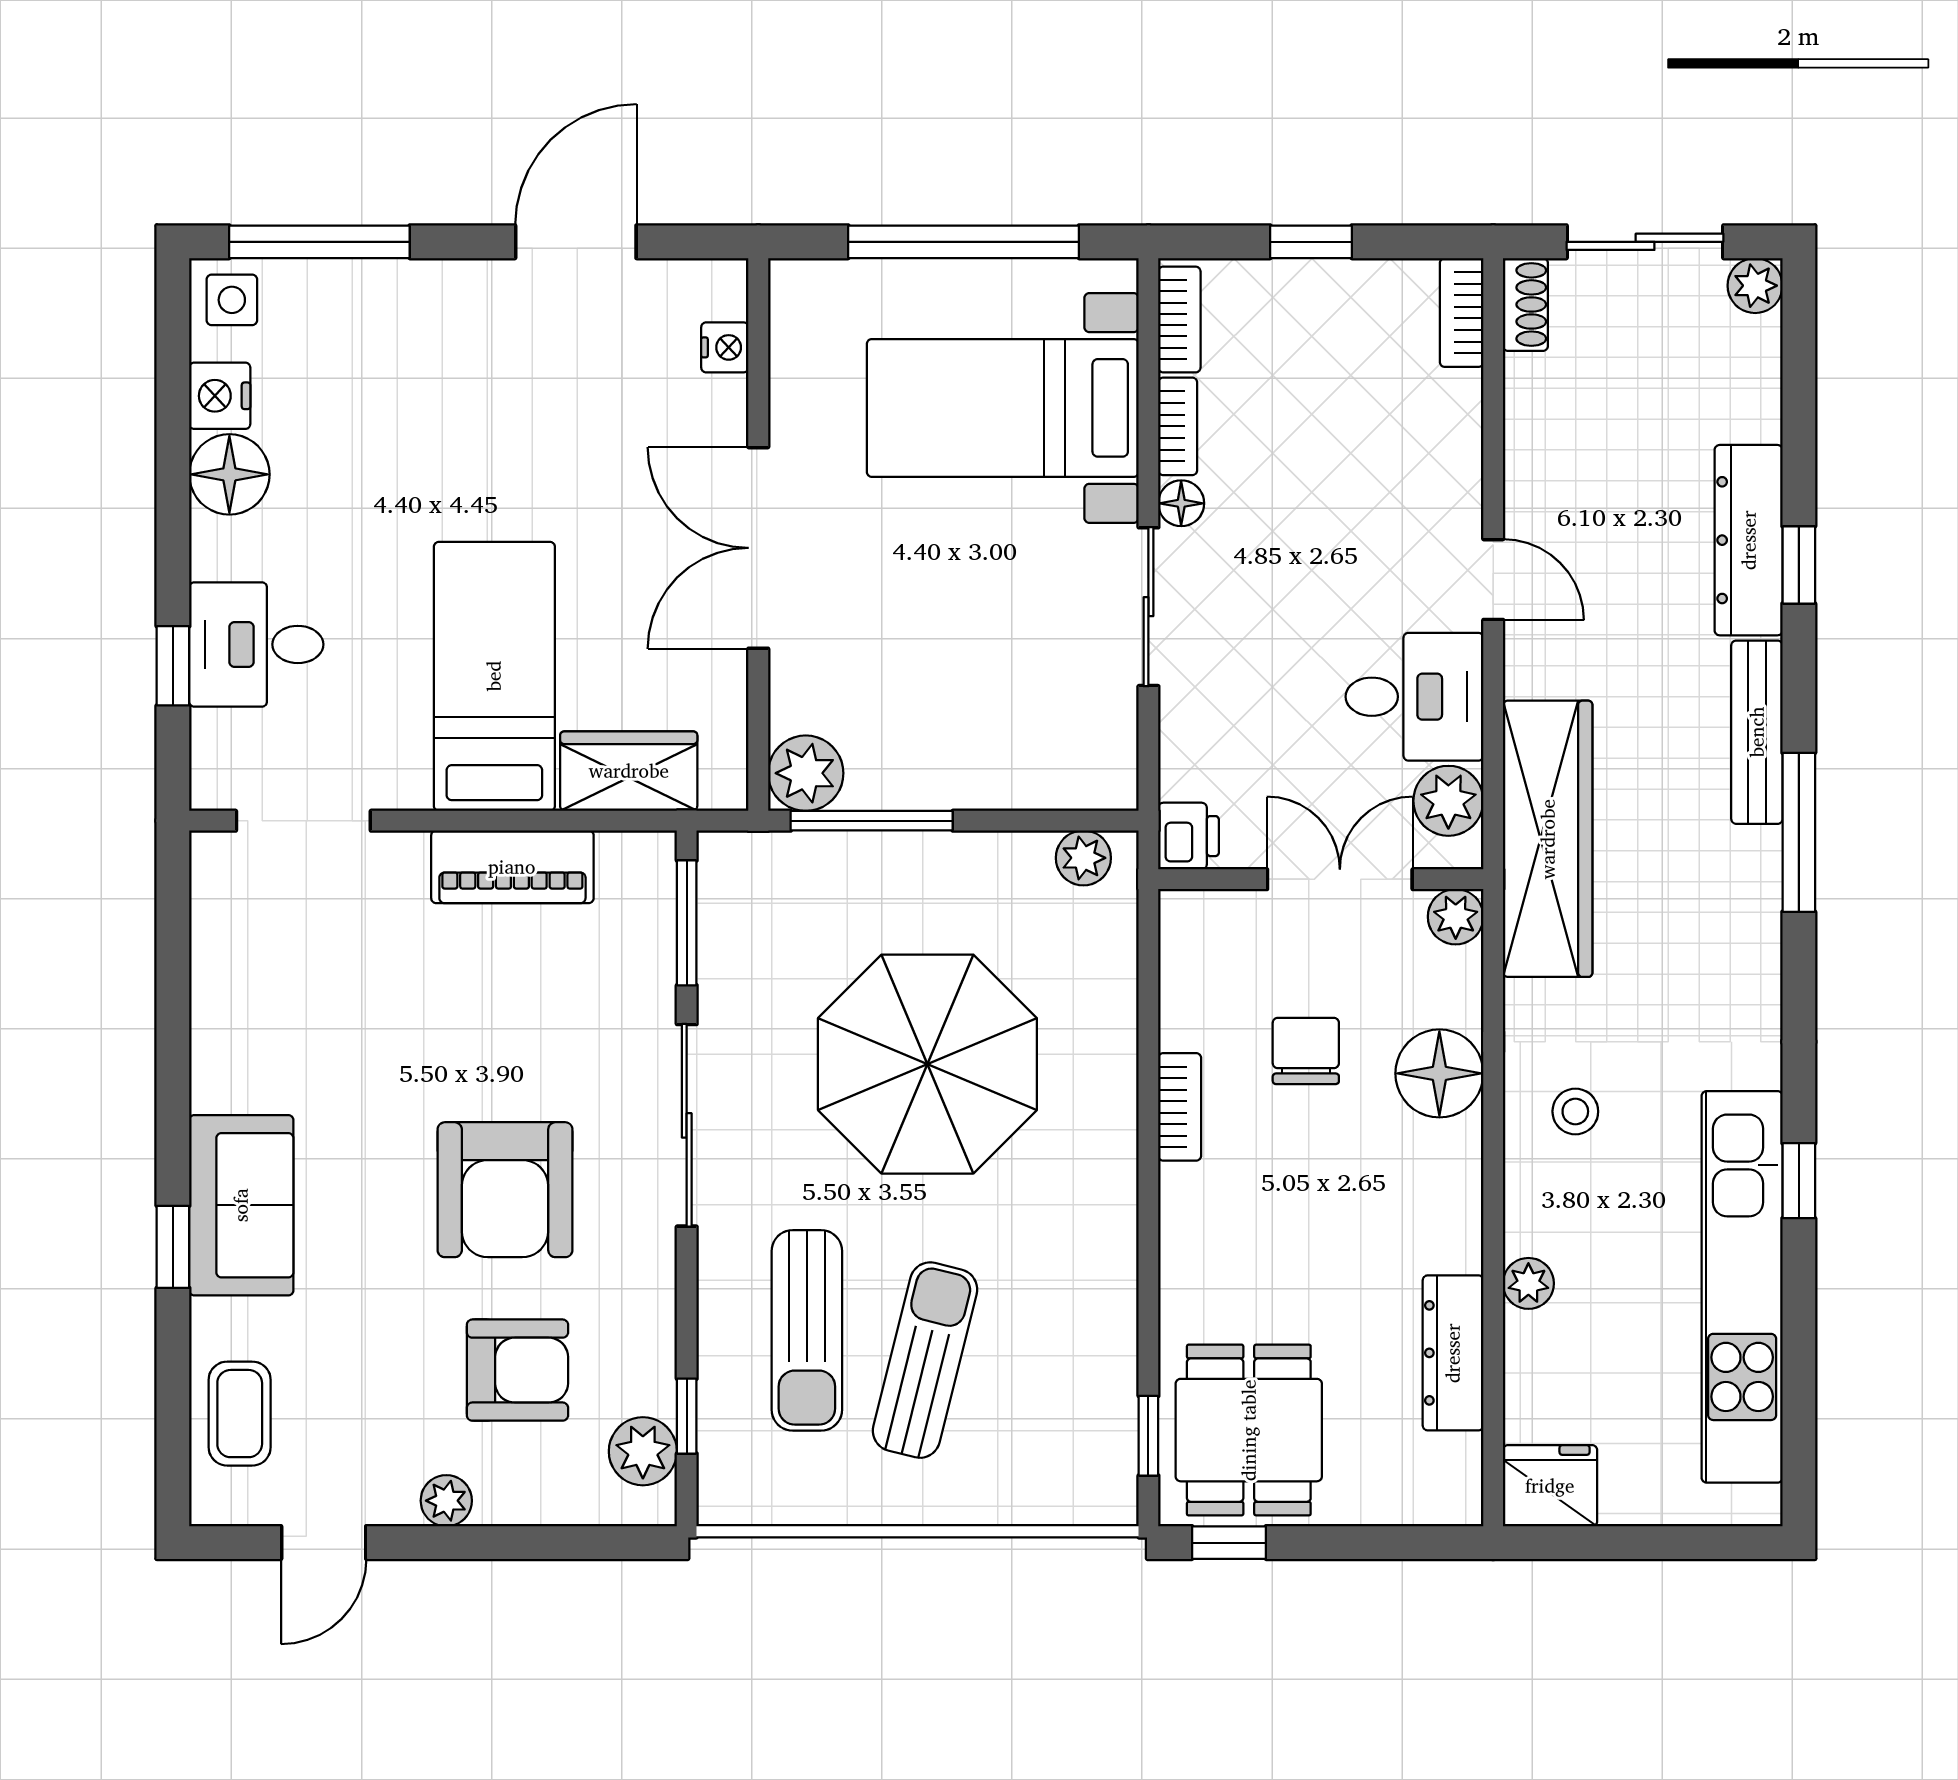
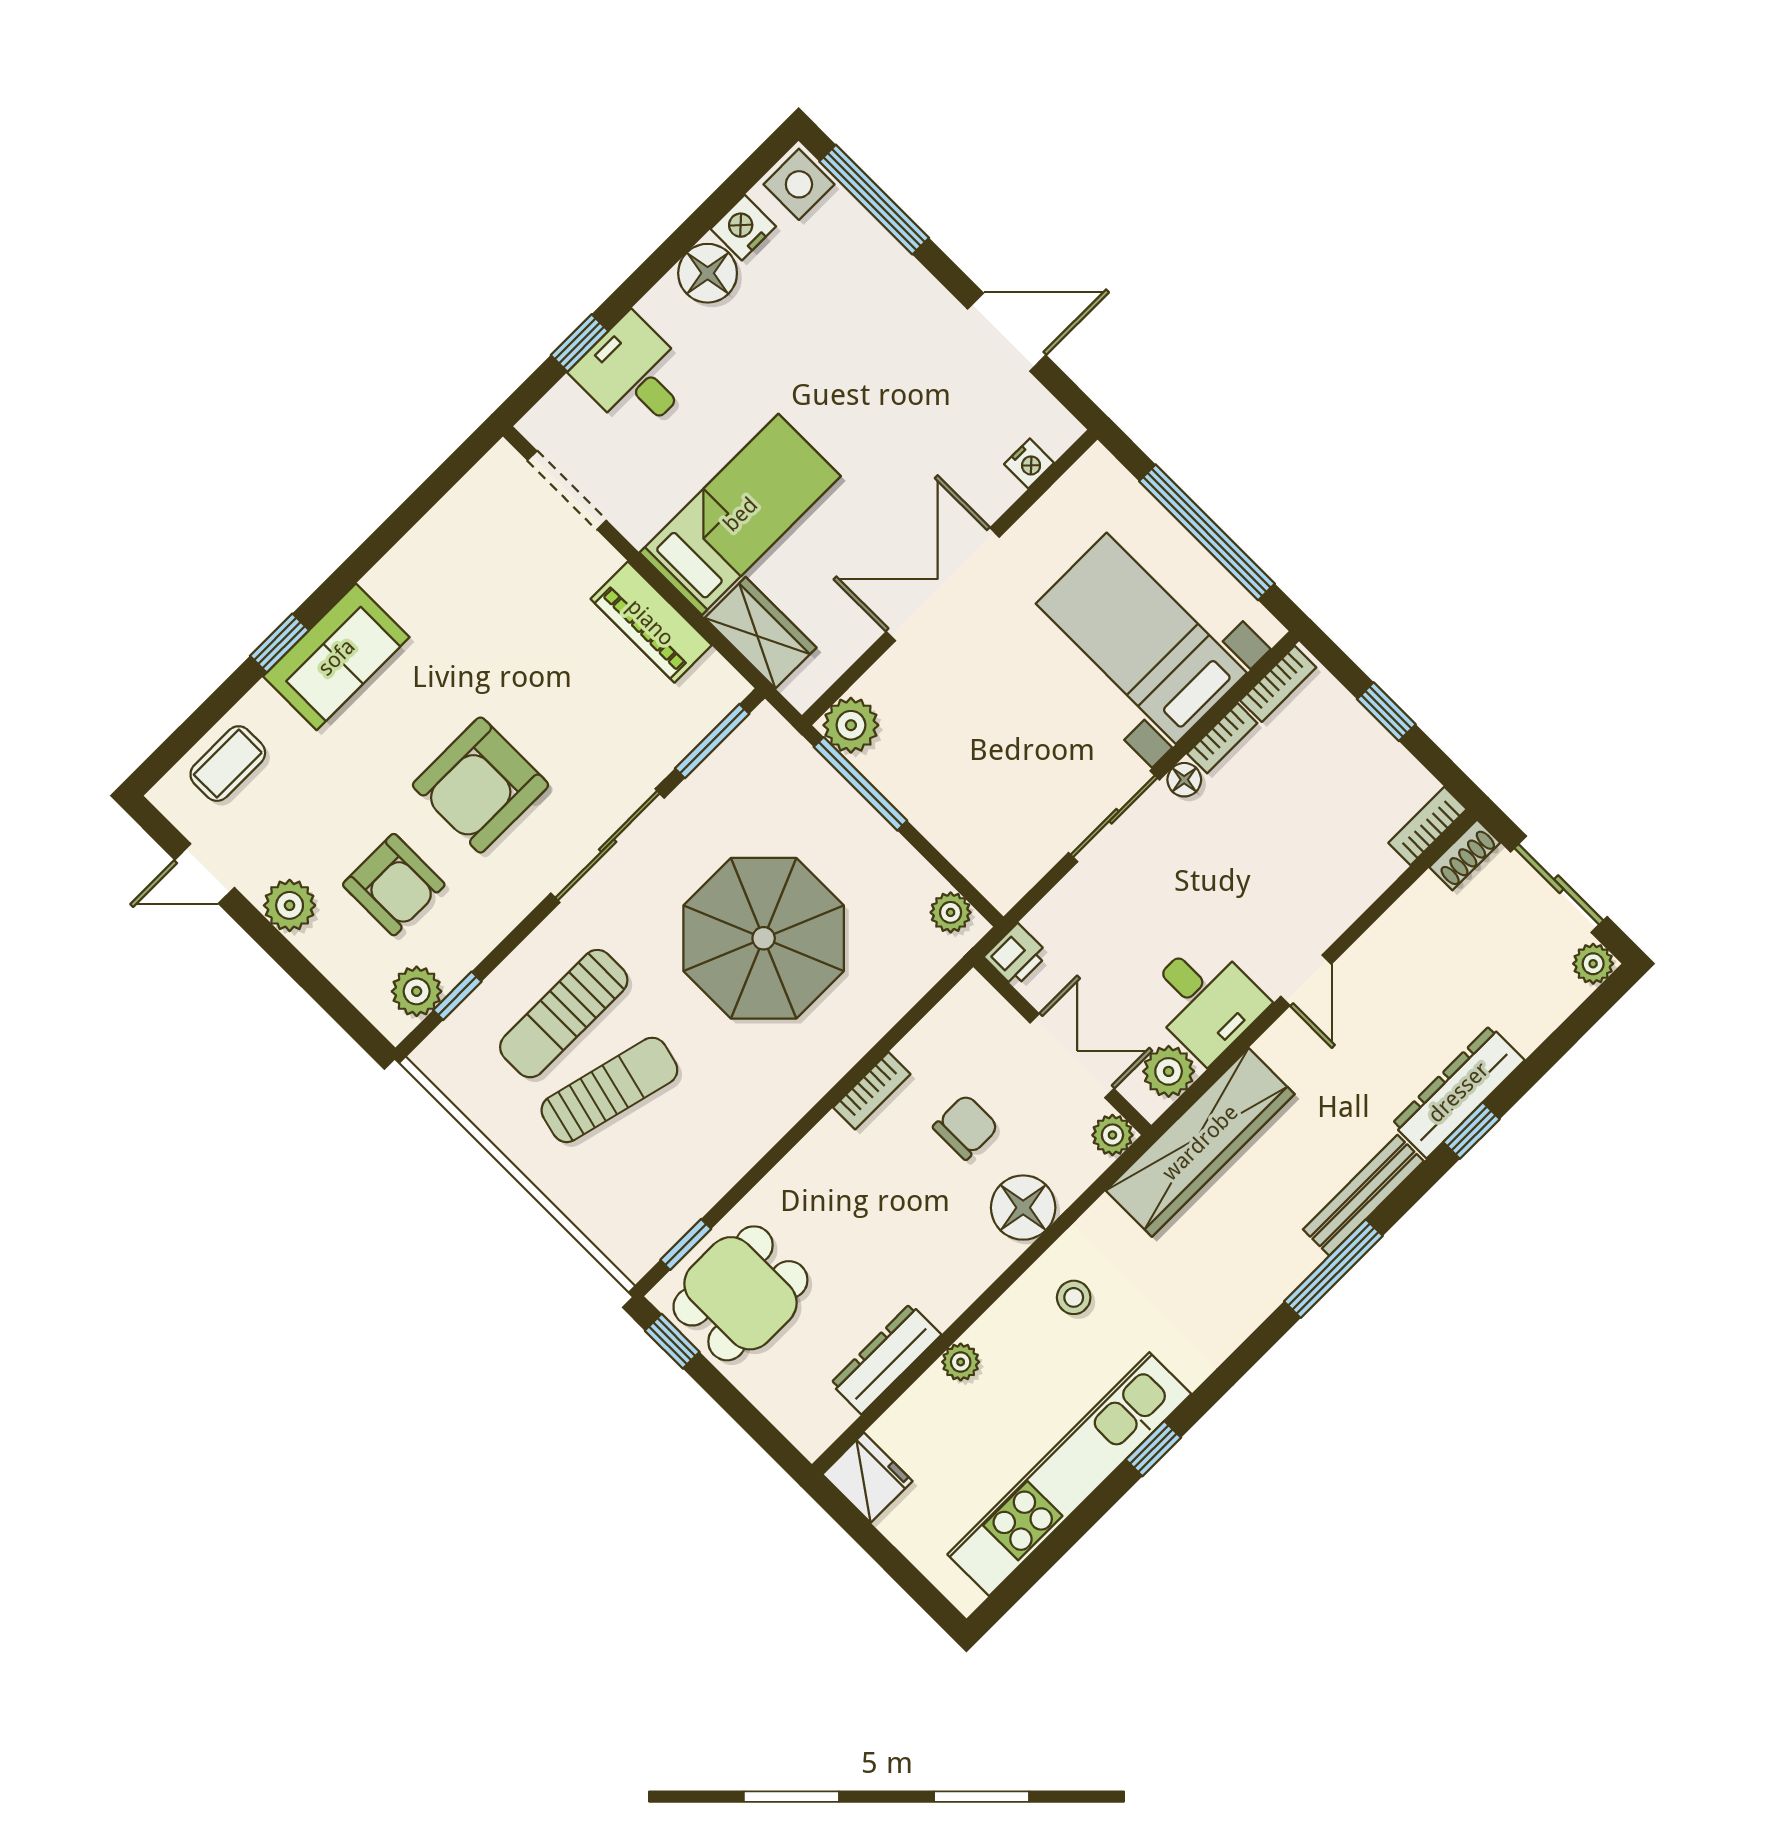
side table: (232, 300) -> (799, 184), width x1.37, depth x1.37
plant: (446, 1501) -> (290, 905), width x1.38, depth x1.38

